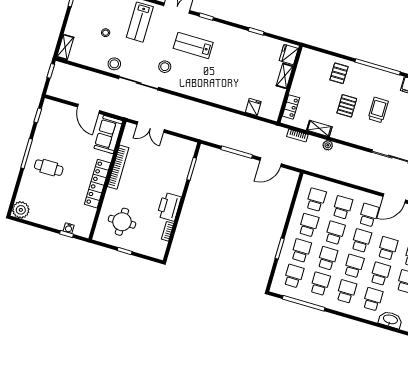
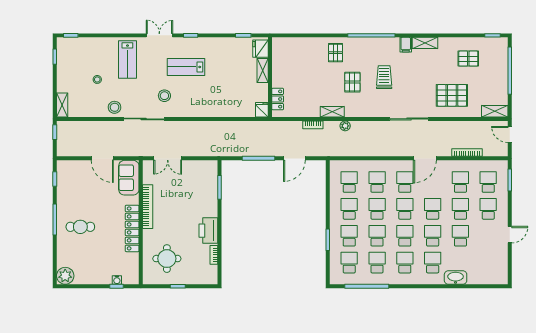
fridge: (289, 55) -> (261, 49), moved
shelving: (285, 76) -> (263, 71), moved
wall: (290, 84) -> (270, 77), moved
locker: (291, 107) -> (278, 99), moved

